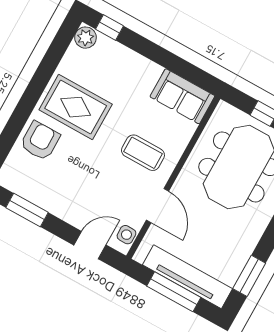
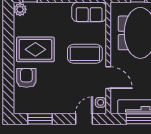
coffee table: (143, 153) -> (85, 54), width x1.36, depth x1.32

